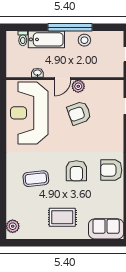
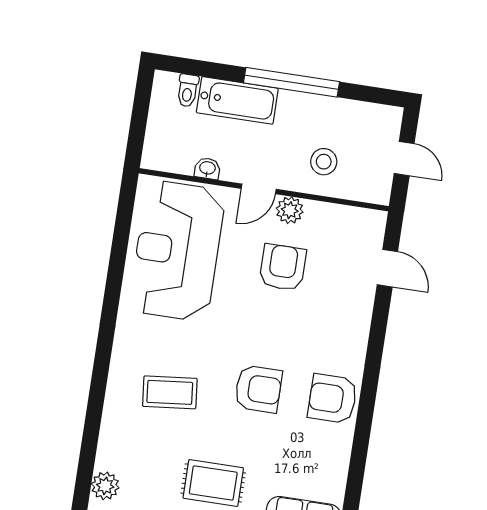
stool: (84, 40) -> (324, 162), moved
armchair: (79, 113) -> (283, 267), turned 110
armchair: (76, 171) -> (258, 389), turned -90

